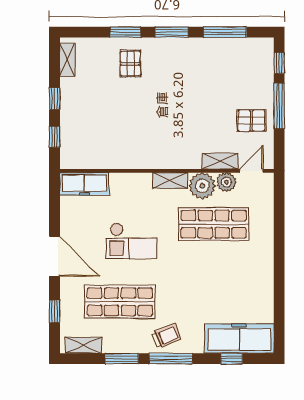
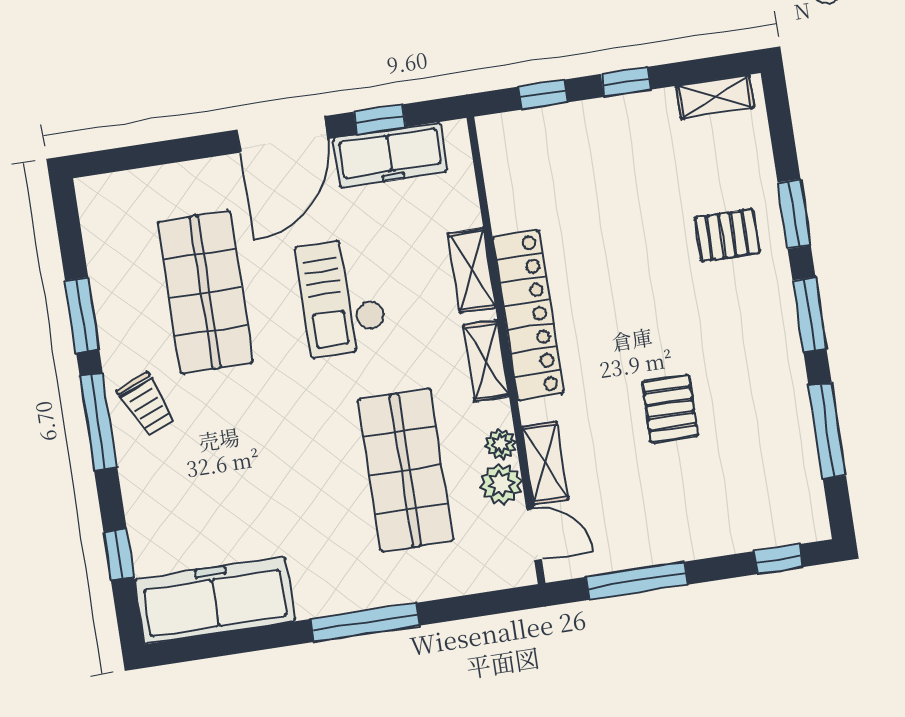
window: (279, 106) -> (637, 581), moved
pallet: (251, 121) -> (670, 409), moved
locker: (152, 158) -> (528, 315), added
freezer: (84, 184) -> (390, 155), moved, turned -90
plant: (202, 186) -> (501, 444), width x0.53, depth x0.53
window: (279, 253) -> (365, 622), added
window: (54, 311) -> (380, 119), moved
freezer: (239, 338) -> (215, 600), moved, turned -90
shelving: (84, 345) -> (472, 270), moved

